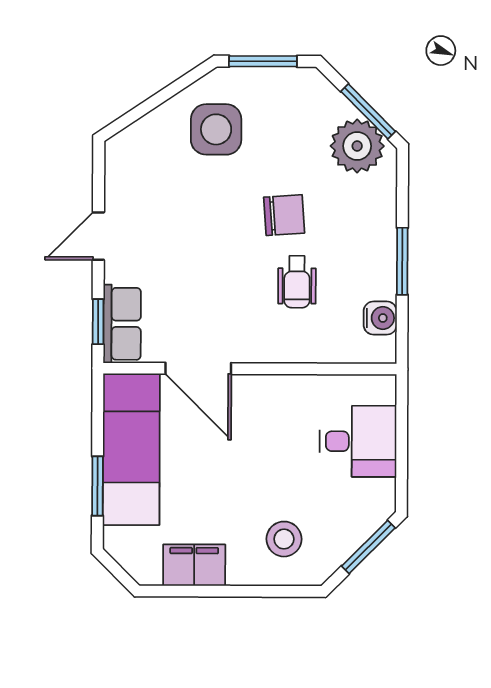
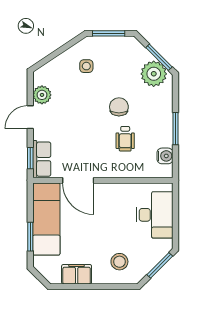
side table: (216, 129) -> (86, 66), width x0.54, depth x0.54
plant: (123, 189) -> (42, 95), added
chair: (284, 215) -> (119, 107), turned -86
desk: (358, 441) -> (155, 215), width x1.37

